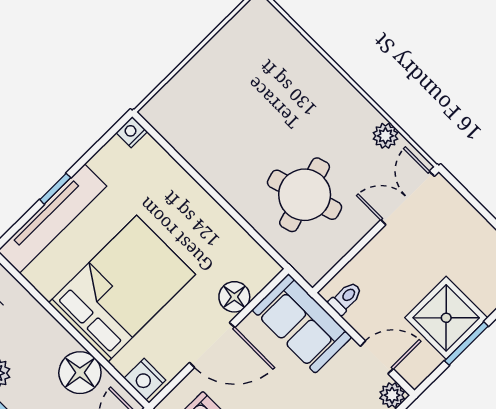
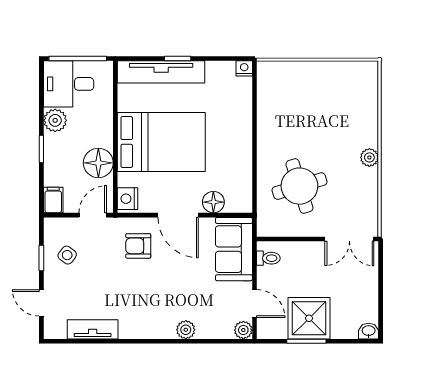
plant: (385, 136) -> (369, 157), moved
double door: (408, 198) -> (349, 239), swing flipped

